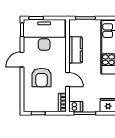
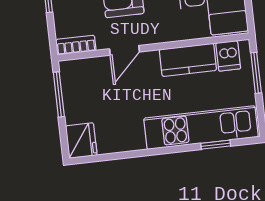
dishwasher: (76, 107) -> (228, 56), moved

